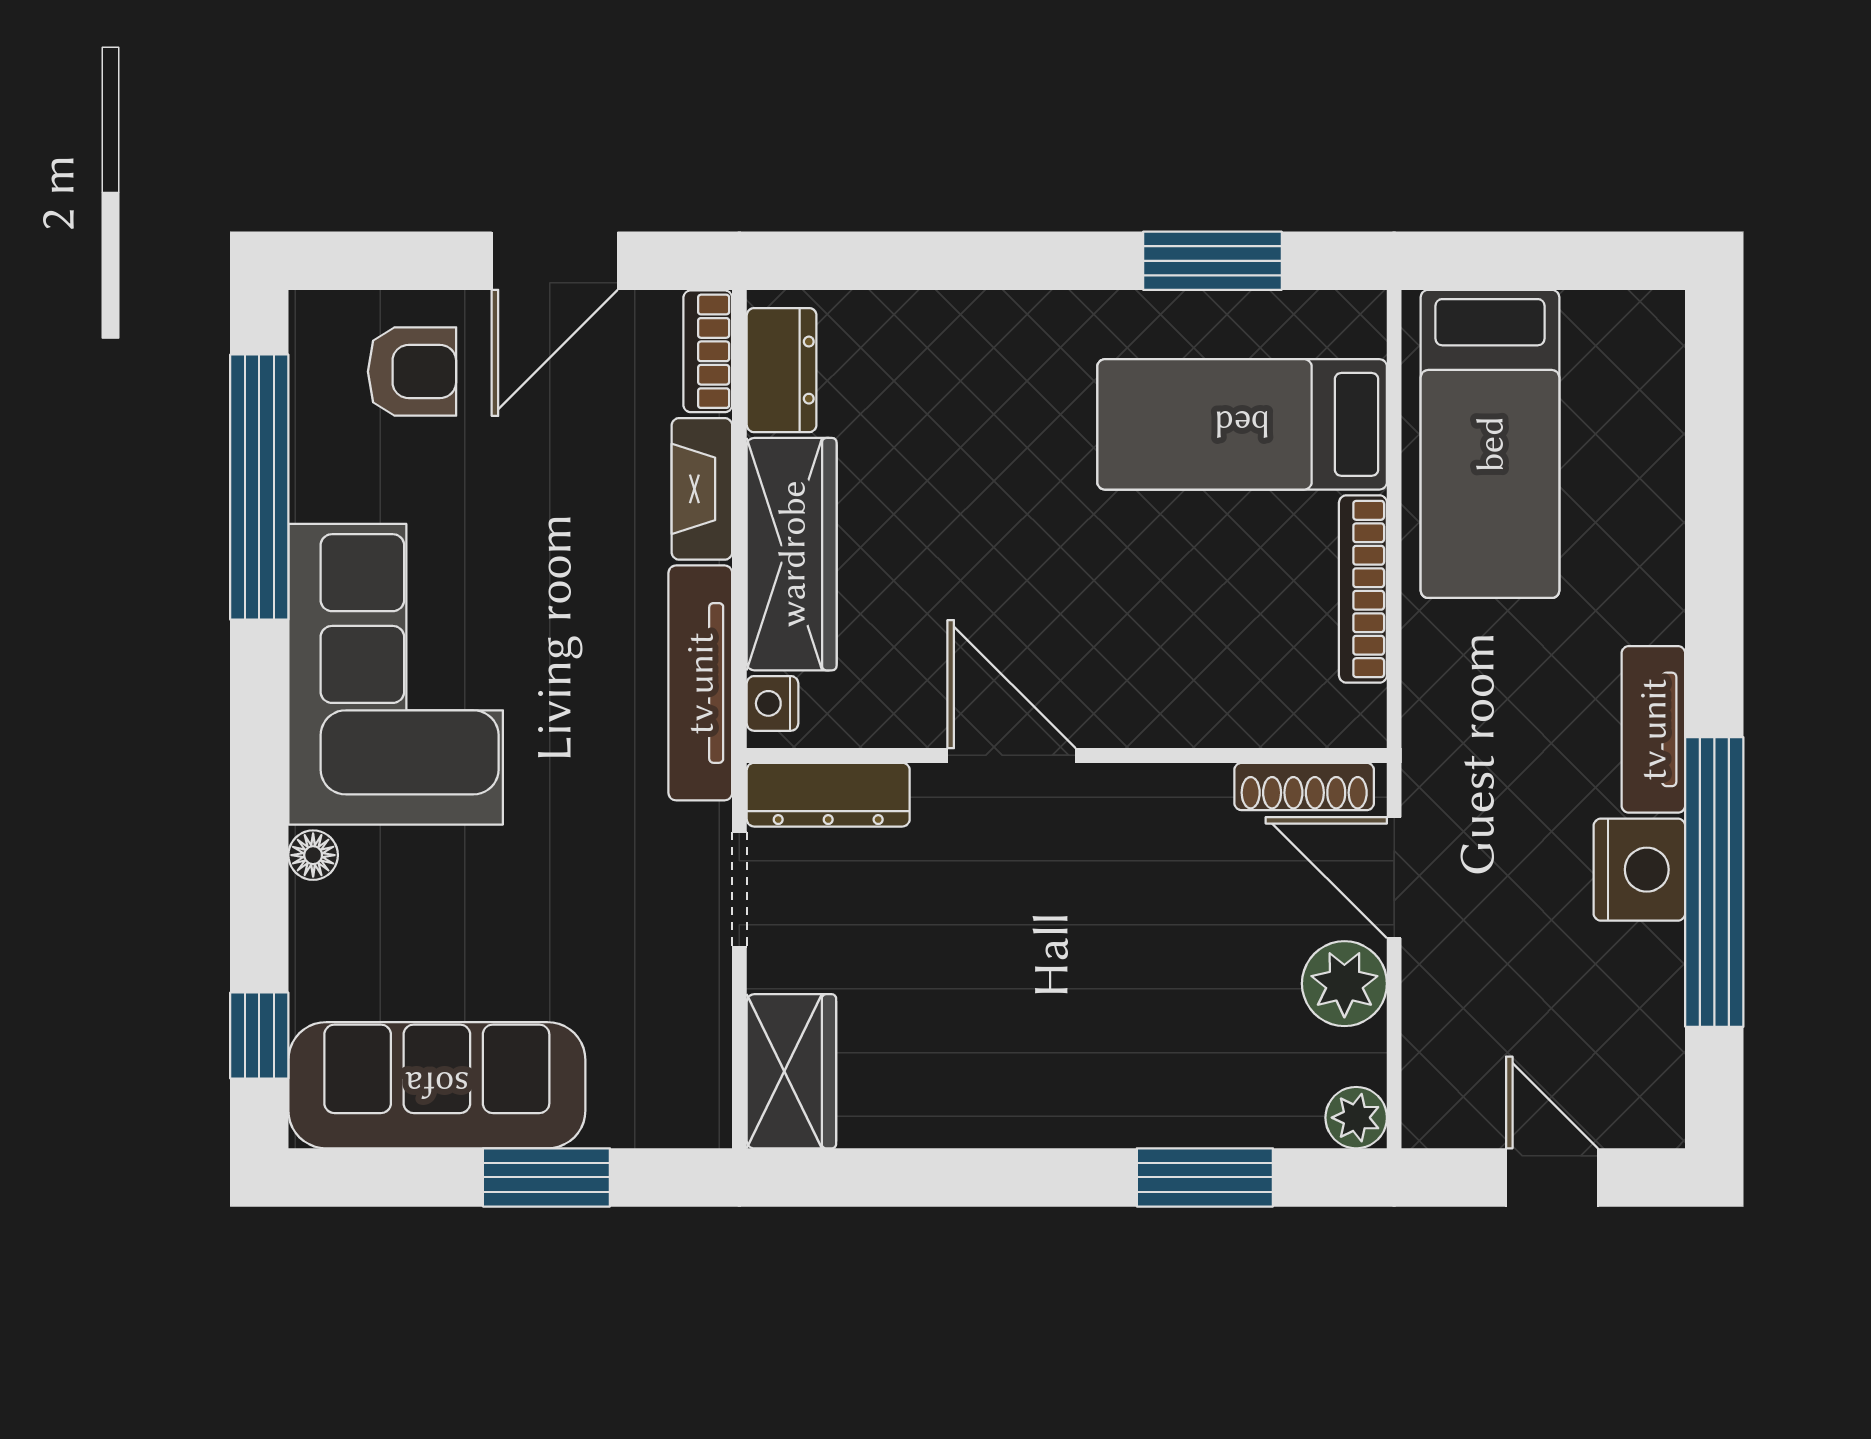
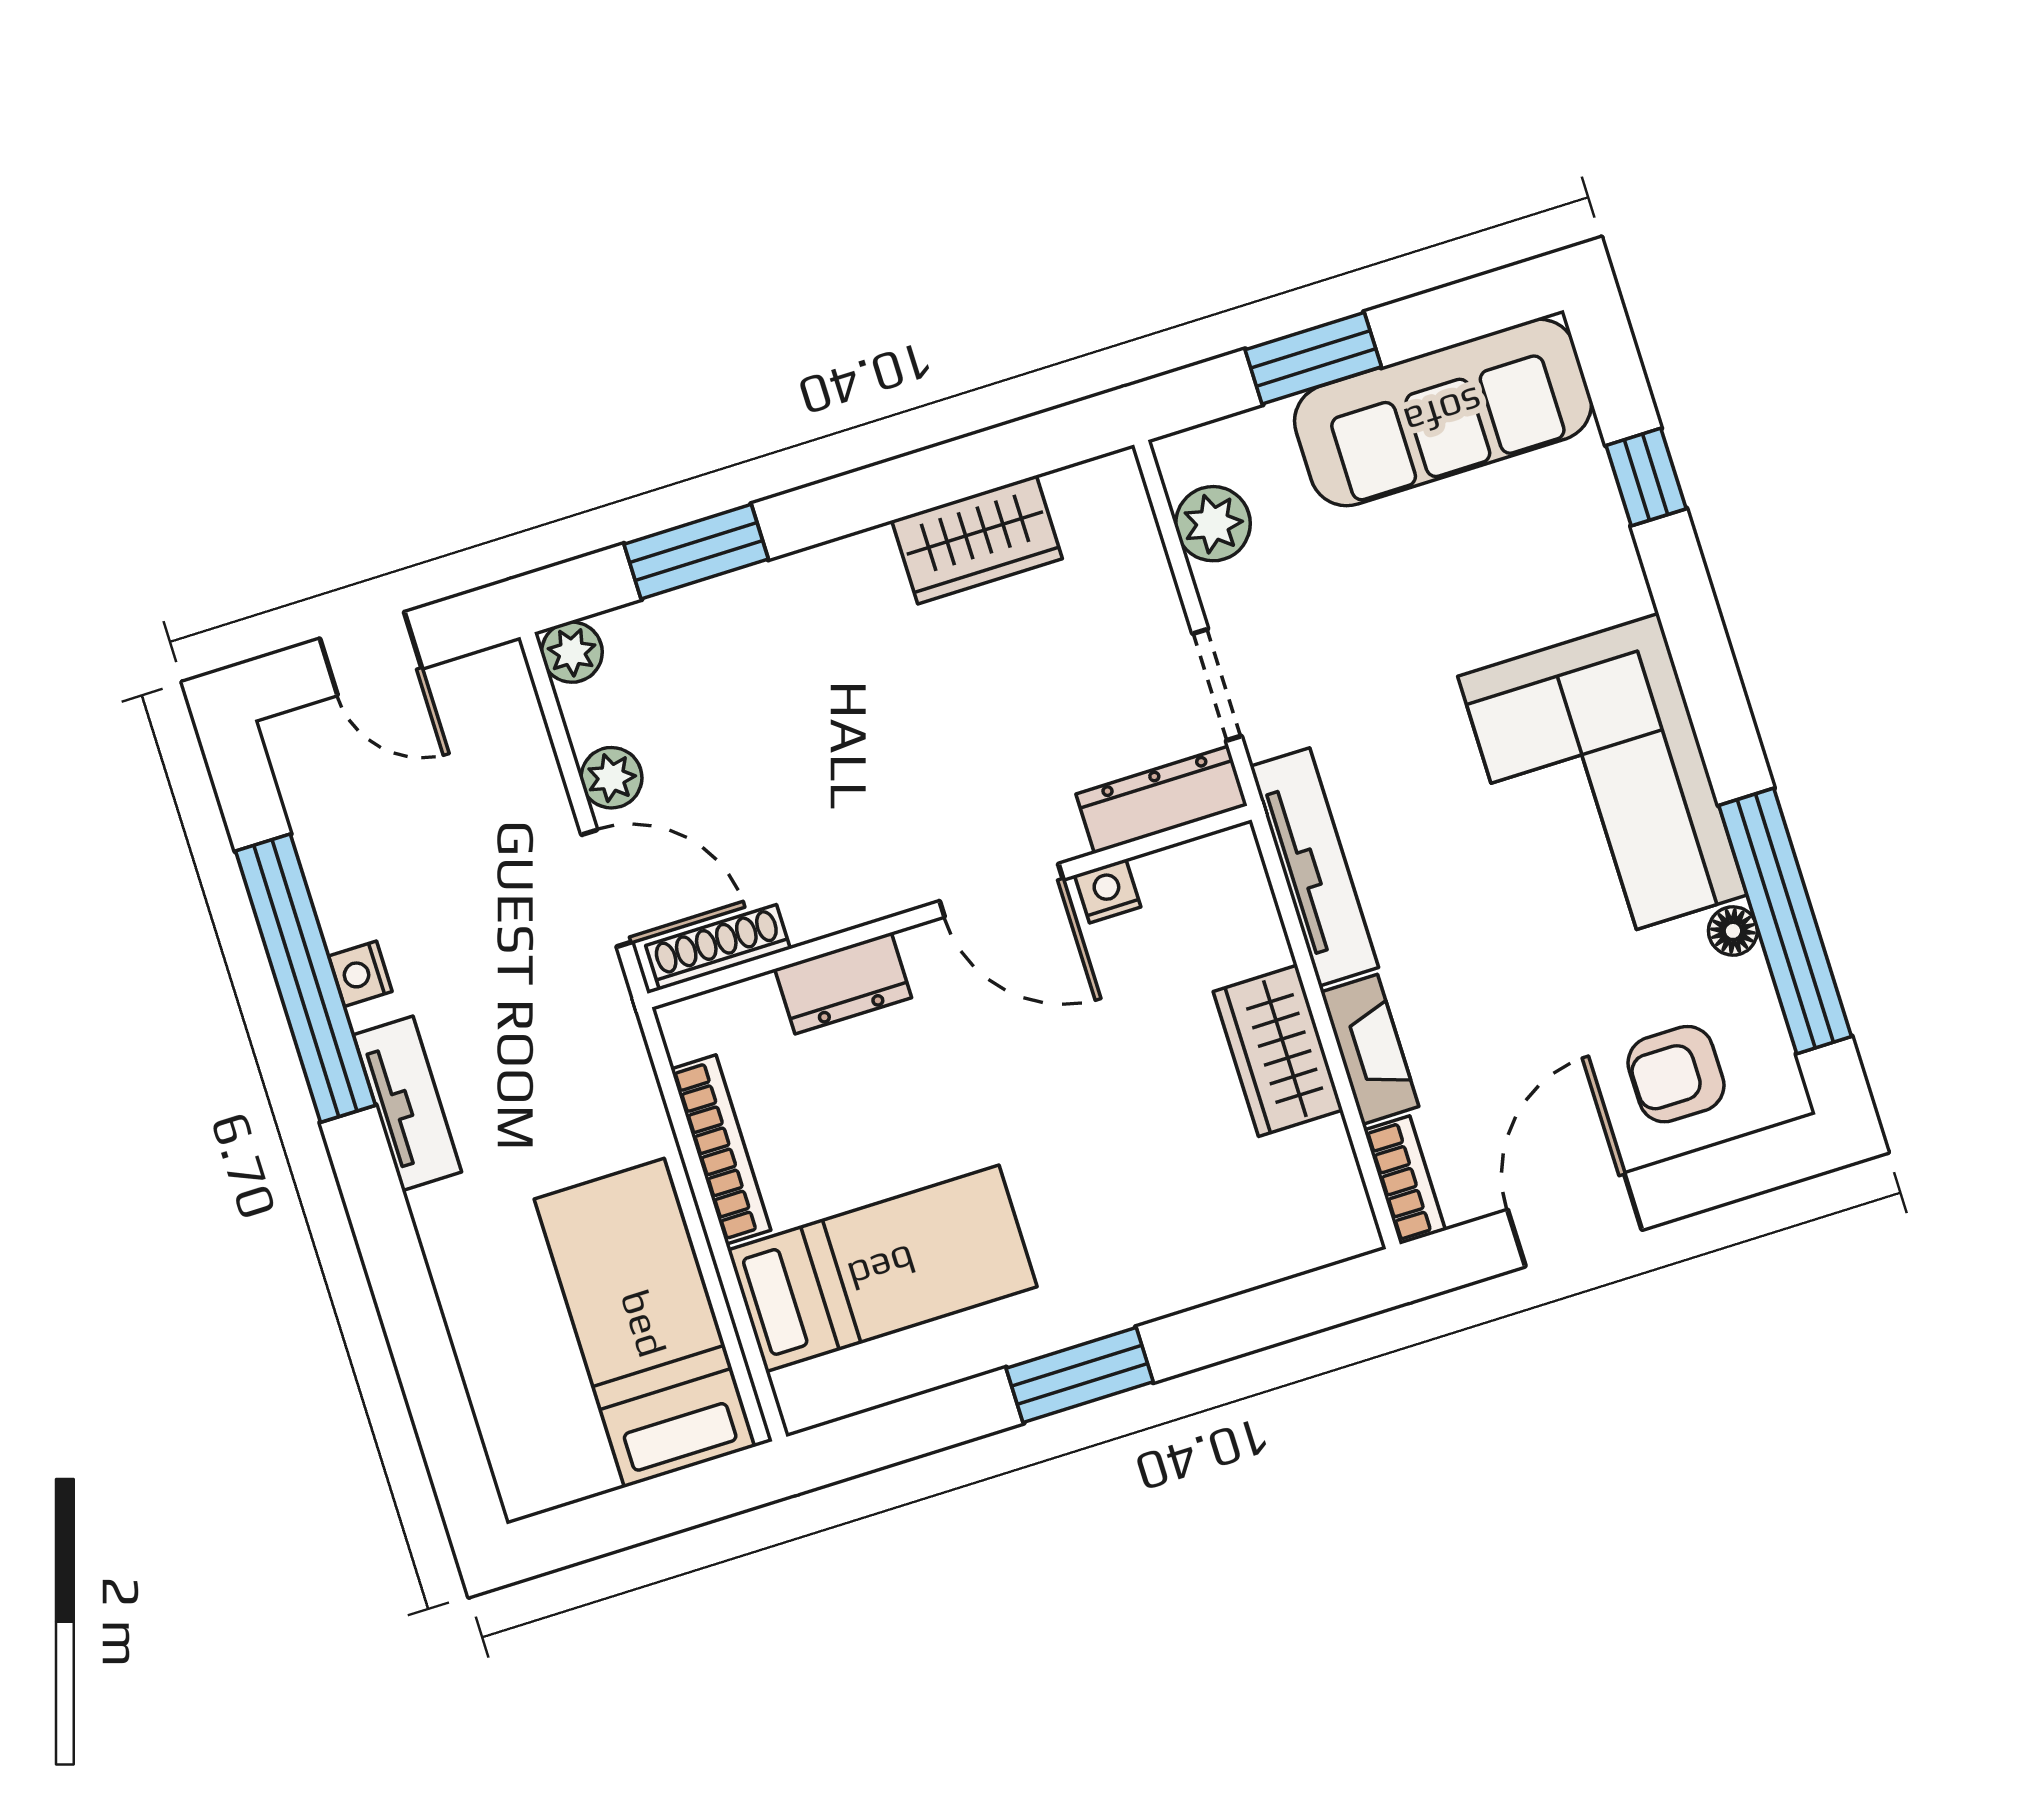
window: (1212, 261) -> (1080, 1375), moved
dresser: (782, 370) -> (843, 983), moved, turned -90
wardrobe: (792, 554) -> (1278, 1051), width x0.67
nightstand: (772, 703) -> (1108, 891), moved, turned -90
floor lamp: (313, 855) -> (1733, 931), moved
nightstand: (1639, 870) -> (360, 974), width x0.53, depth x0.56
plant: (1344, 984) -> (611, 778), width x0.73, depth x0.73
window: (259, 1035) -> (1646, 477), moved
plant: (694, 1047) -> (1213, 524), added
wardrobe: (791, 1071) -> (977, 540), moved, turned -90

